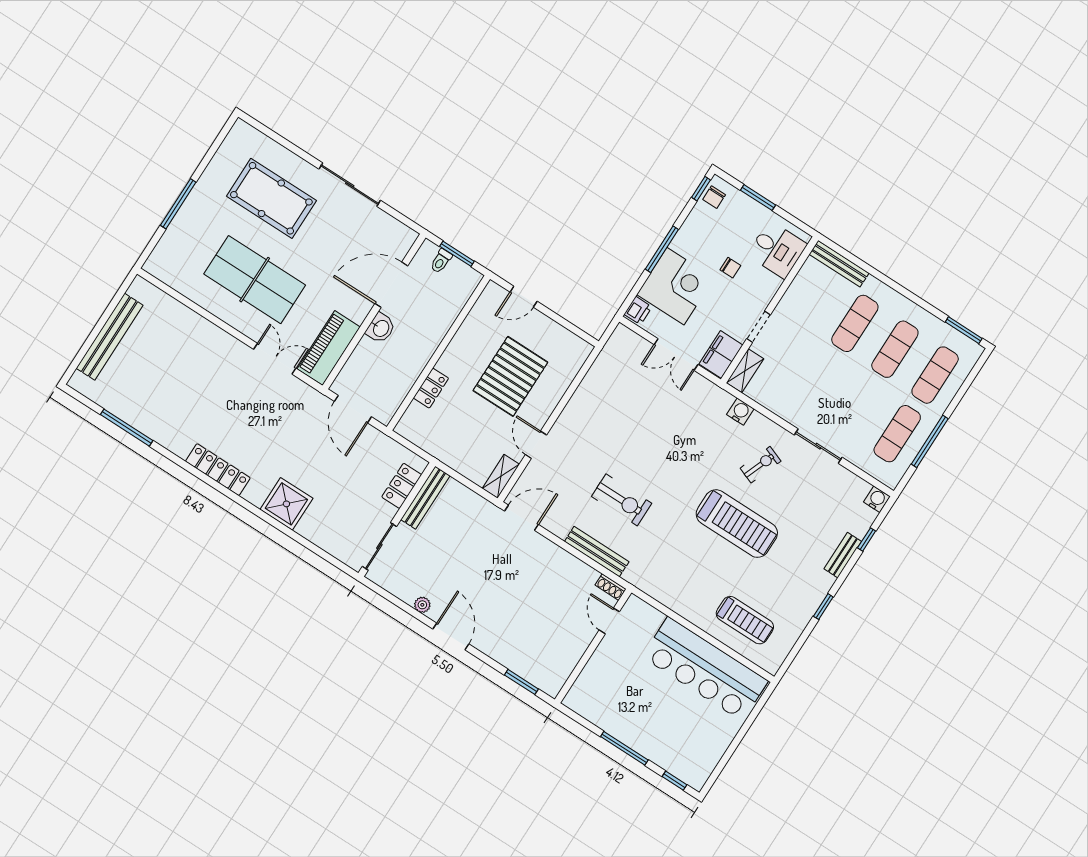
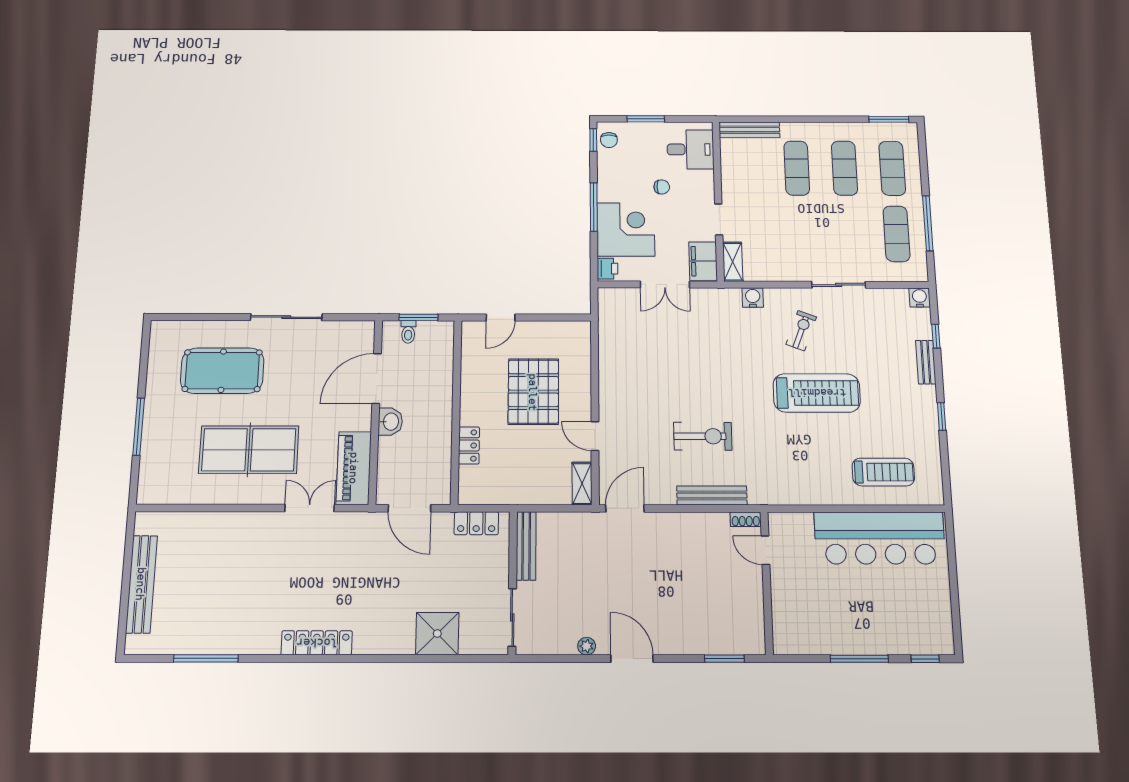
locker: (402, 486) -> (476, 523), moved, turned -90
shower: (286, 504) -> (437, 634), moved

